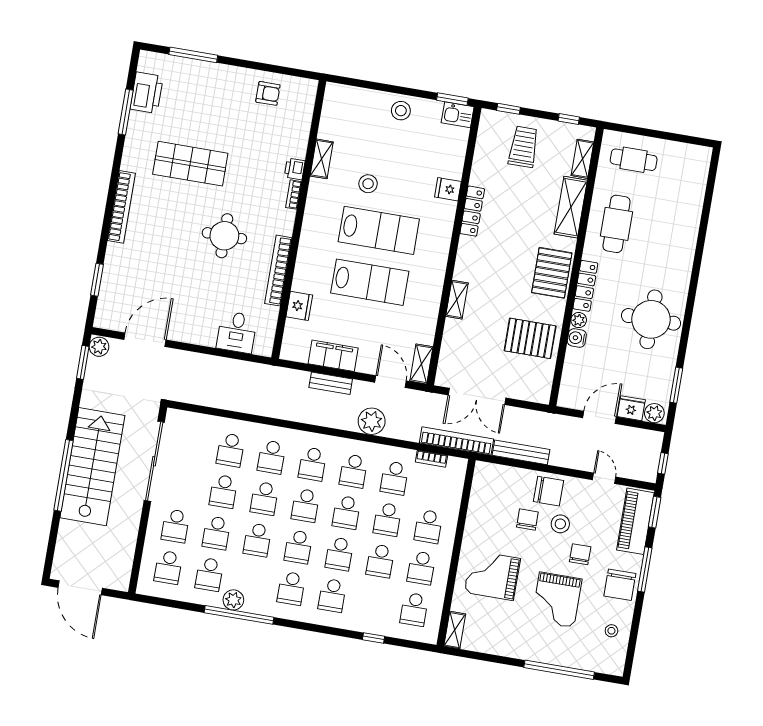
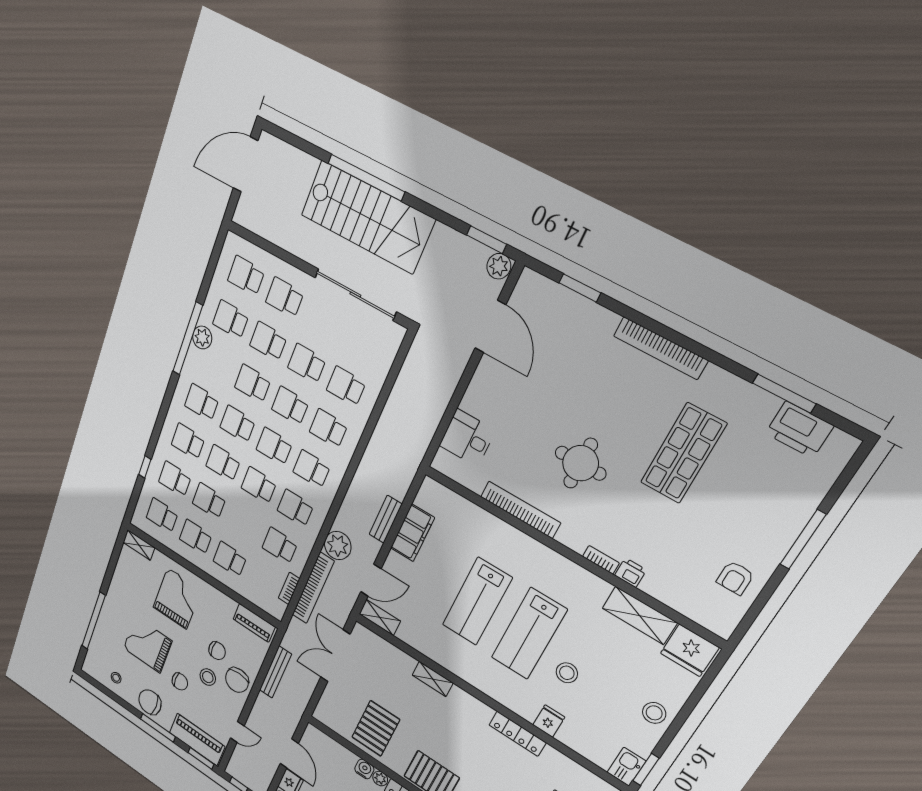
window: (193, 55) -> (803, 539), moved
shelving: (322, 159) -> (640, 616), width x1.50, depth x1.33
stool: (368, 184) -> (567, 673), moved
fridge: (299, 306) -> (690, 650), moved, width x1.36, depth x1.34
bookcase: (456, 441) -> (313, 588), moved
piano: (481, 486) -> (254, 623), added
school desk: (387, 519) -> (175, 479), moved

